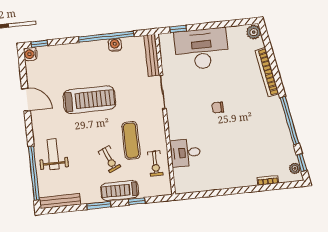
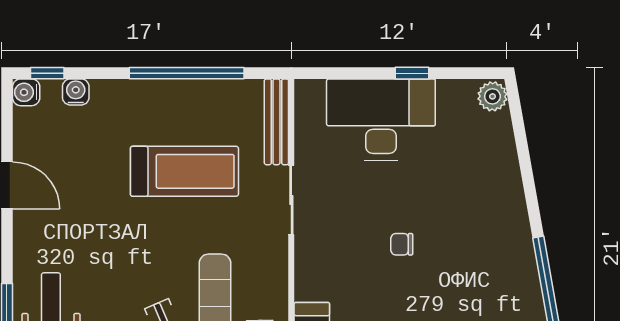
window: (178, 29) -> (412, 73), moved
water cooler: (115, 45) -> (76, 92), moved
bookcase: (267, 72) -> (511, 182), removed
treadmill: (89, 100) -> (184, 171), moved

